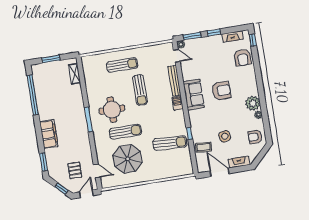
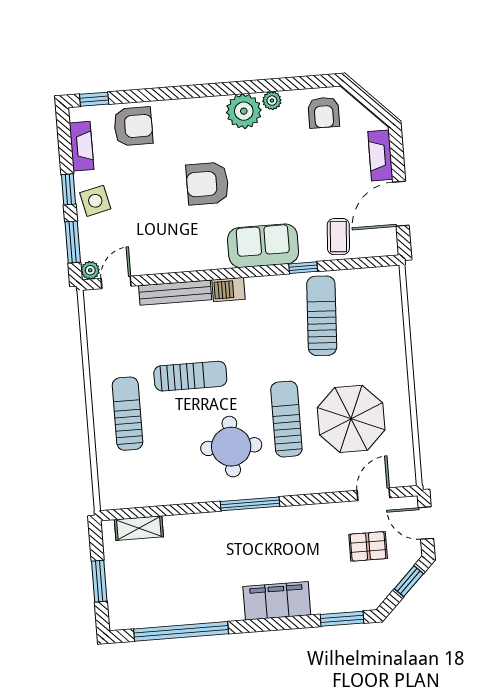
armchair: (221, 91) -> (207, 184), turned -90
sofa: (194, 95) -> (263, 246), moved
side table: (225, 136) -> (95, 201), moved

